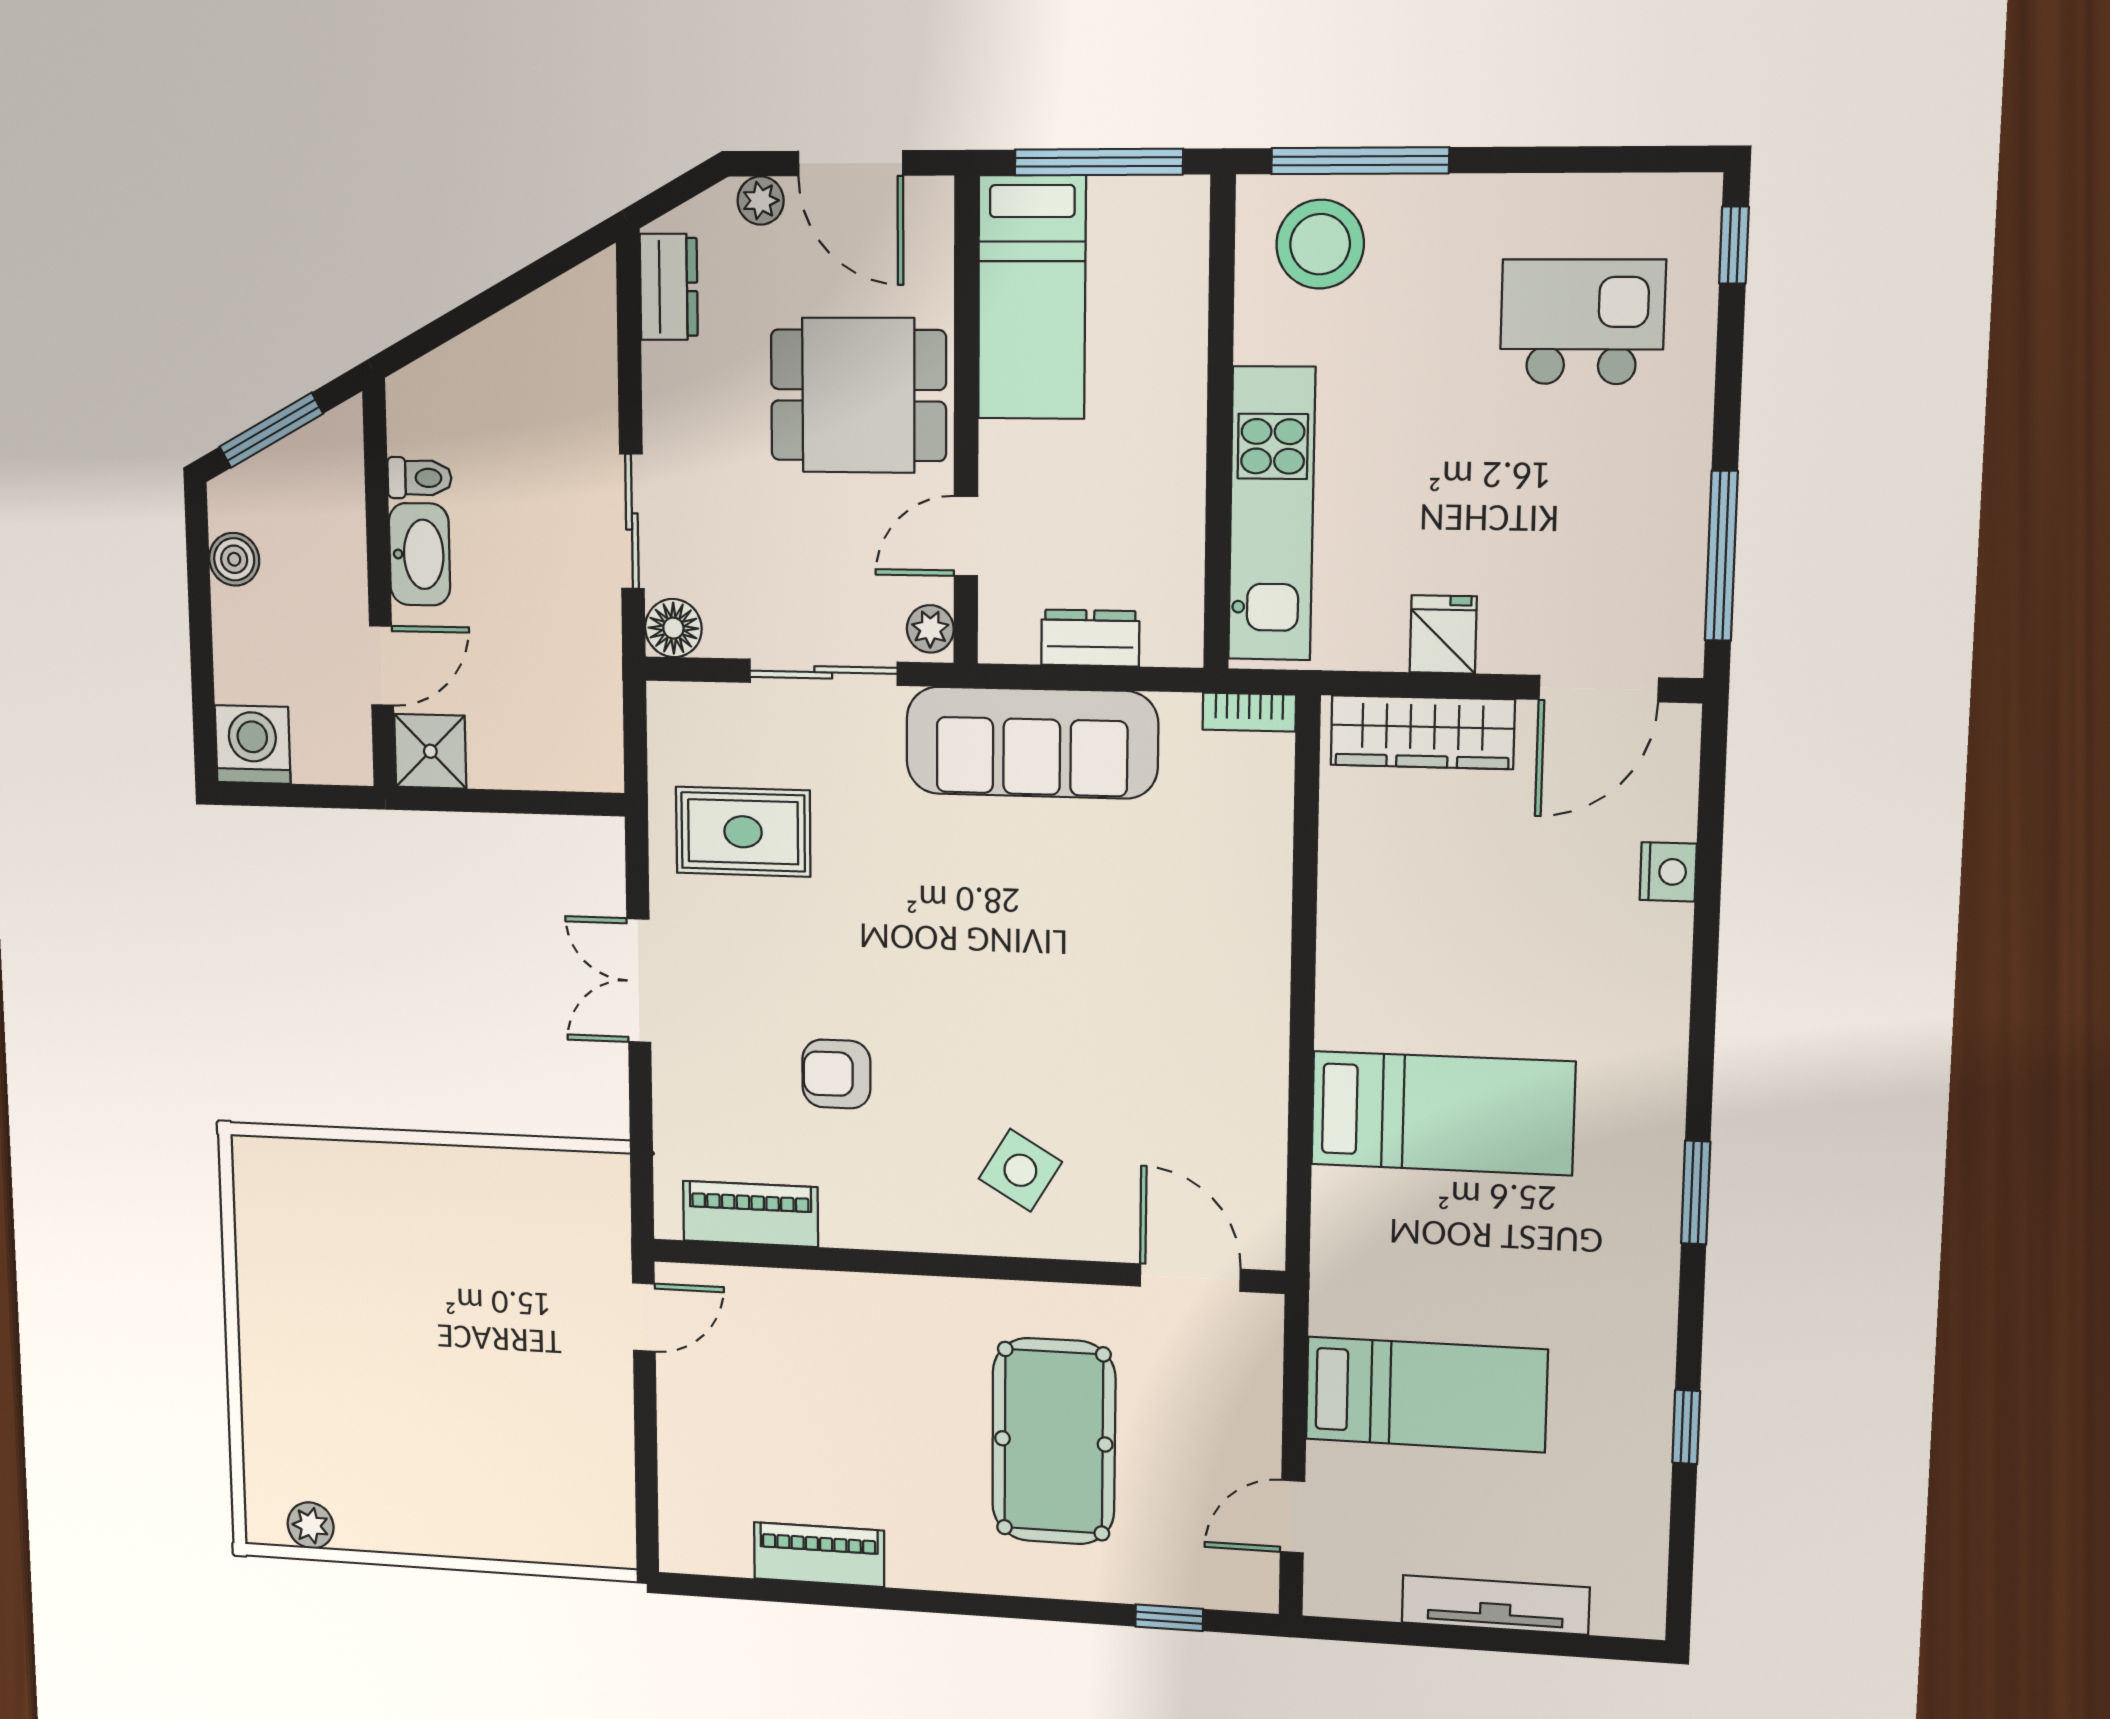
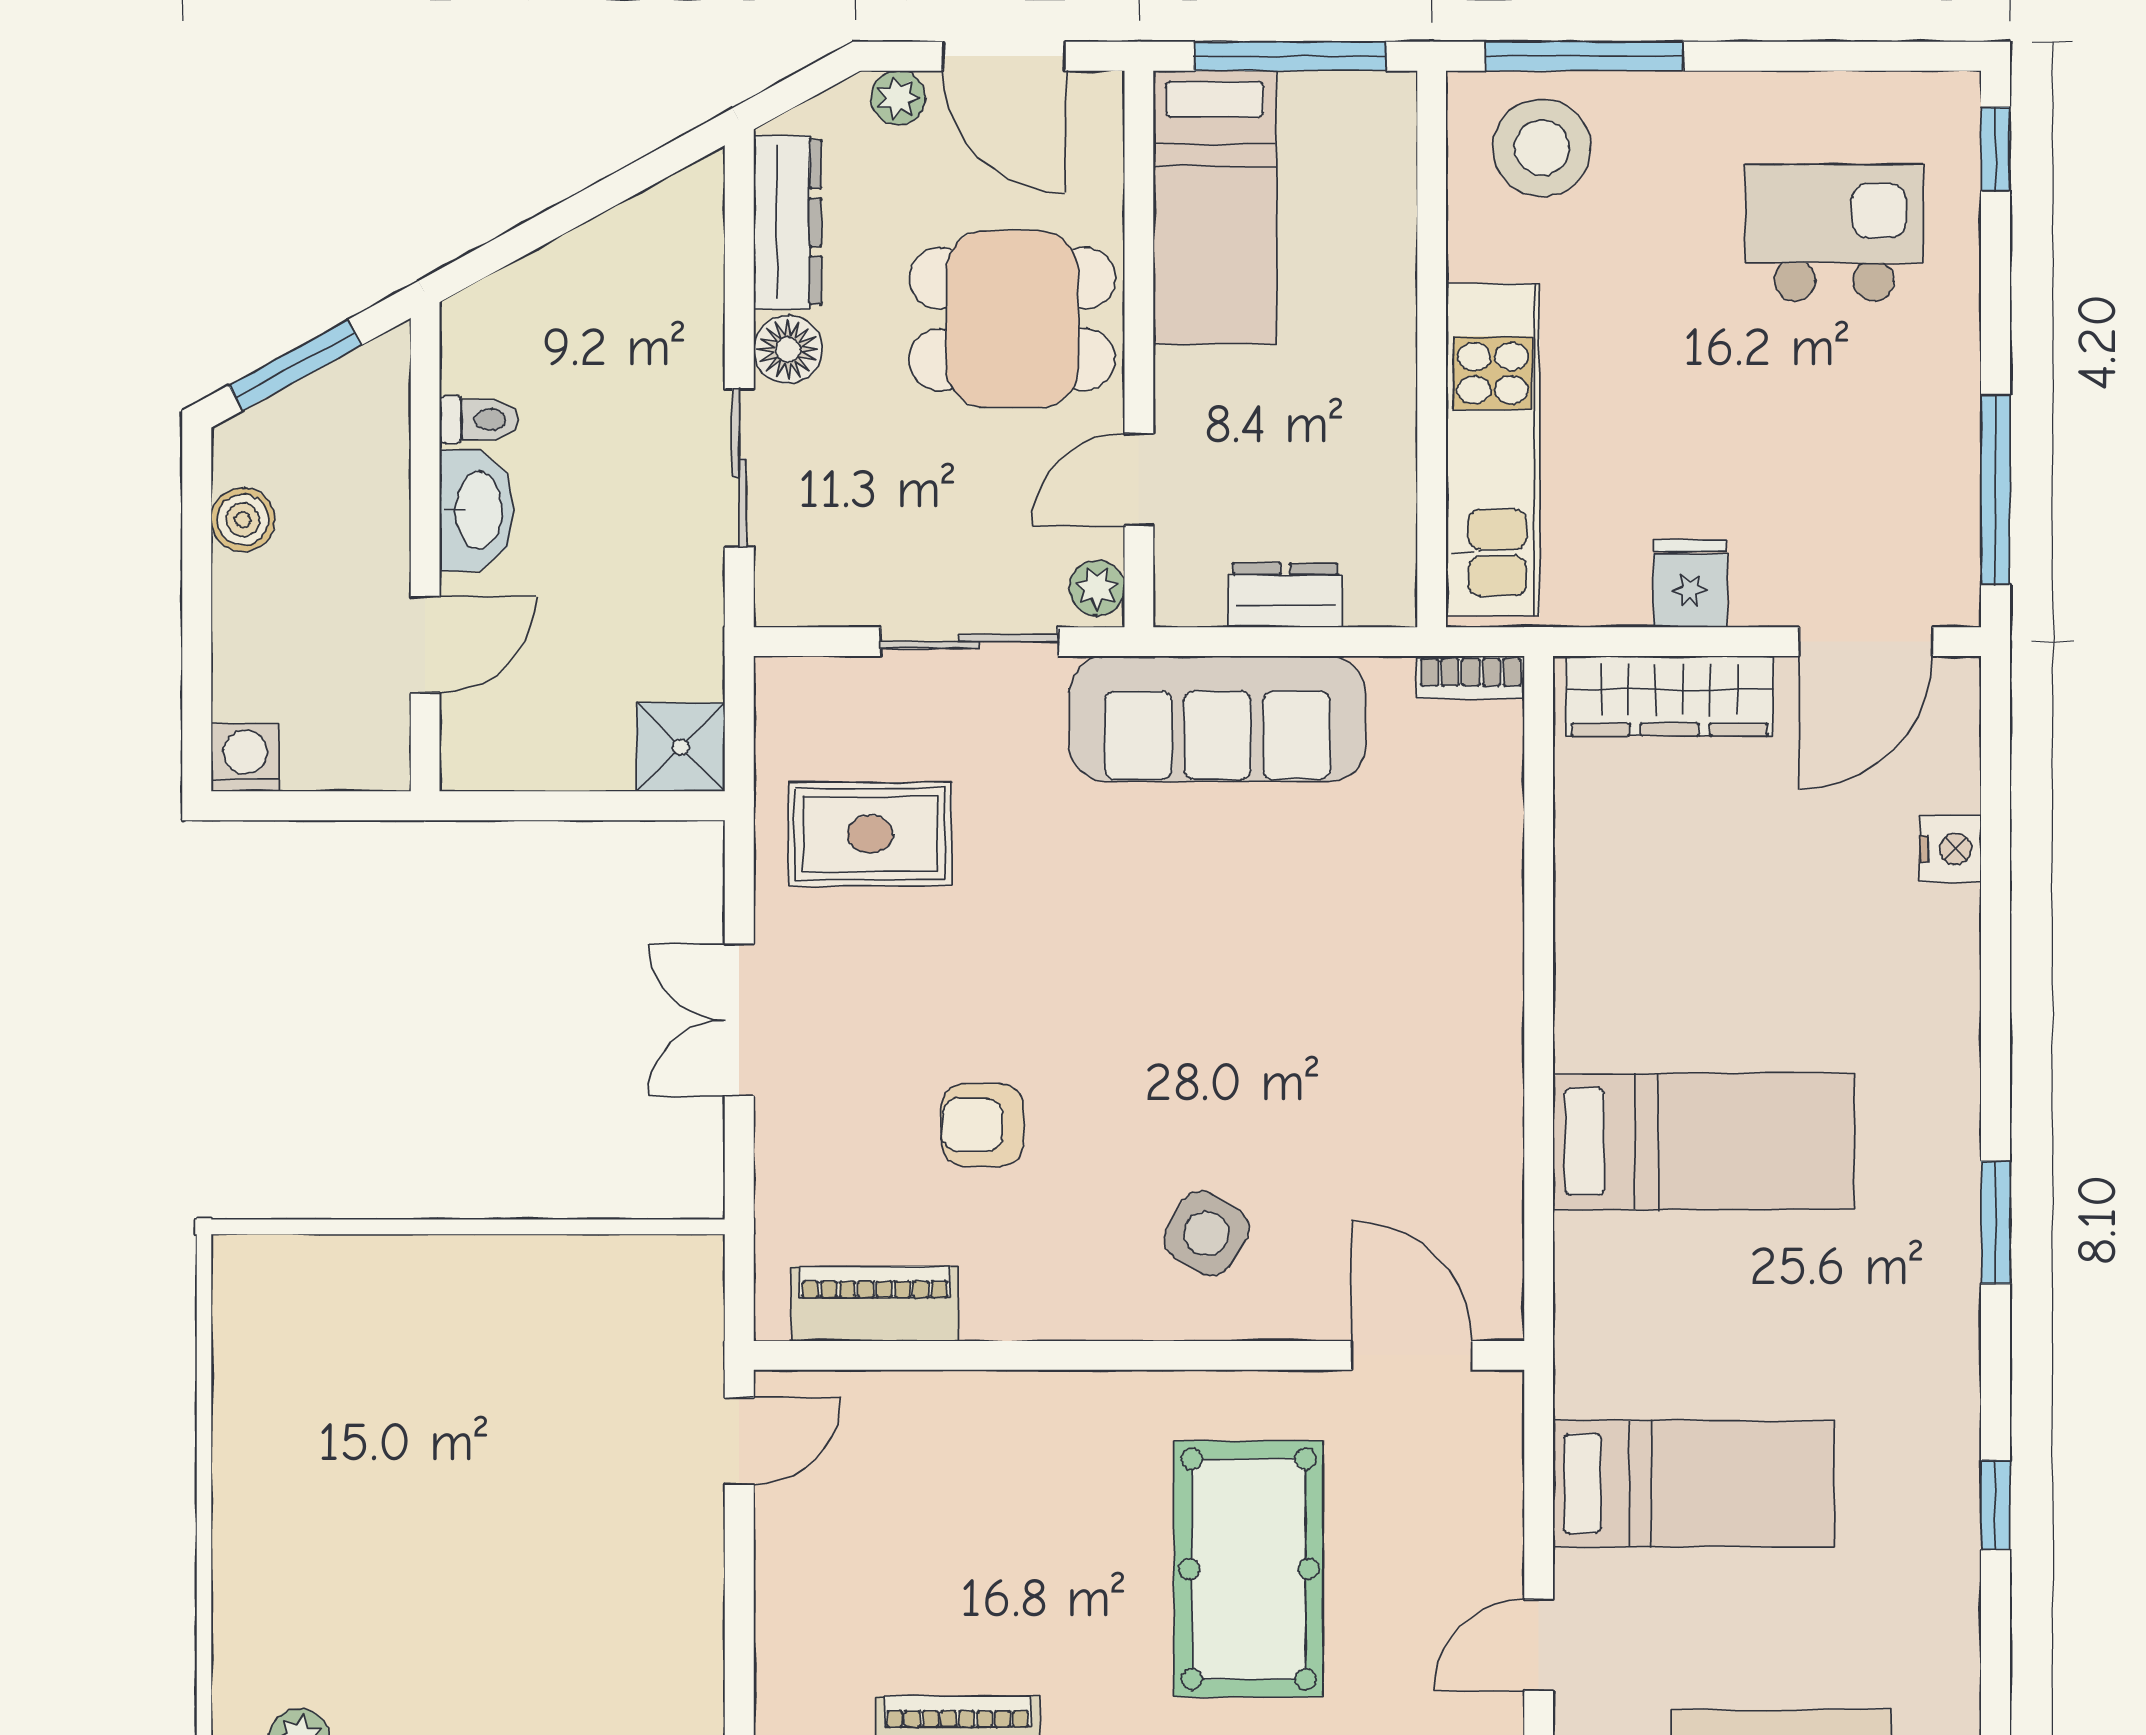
dresser: (669, 287) -> (788, 222), width x1.44
floor lamp: (673, 628) -> (788, 350), moved
washing machine: (253, 745) -> (245, 757), width x0.73, depth x0.73
shower: (430, 751) -> (681, 747), moved

